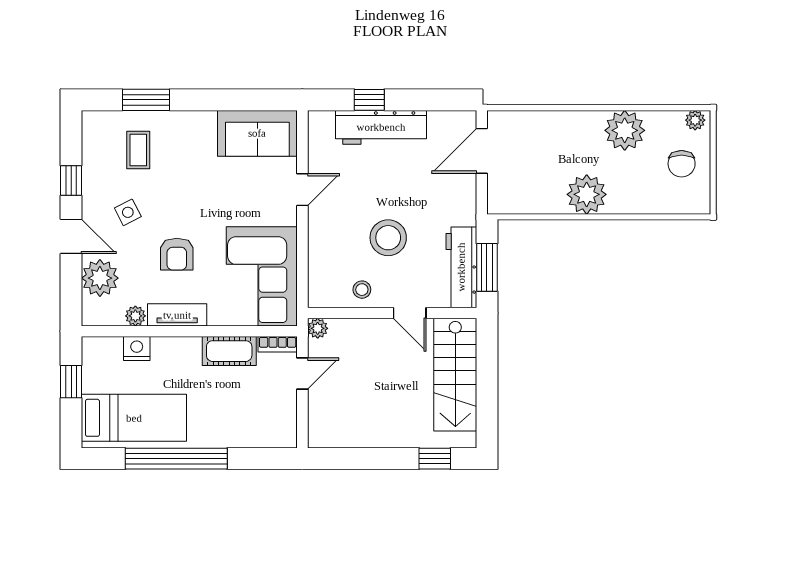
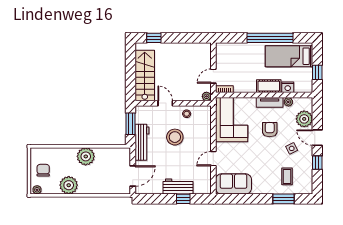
workbench: (381, 127) -> (178, 187), width x0.73
workbench: (461, 267) -> (142, 142), moved
cot: (229, 351) -> (269, 86), moved

